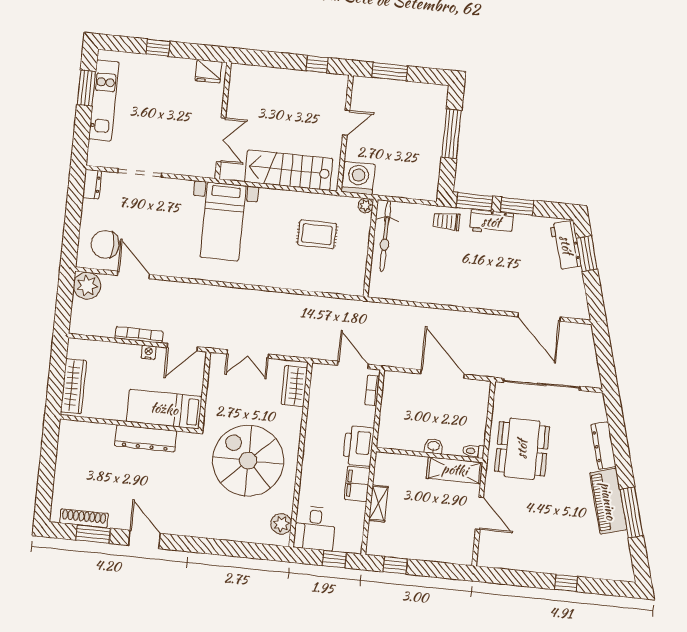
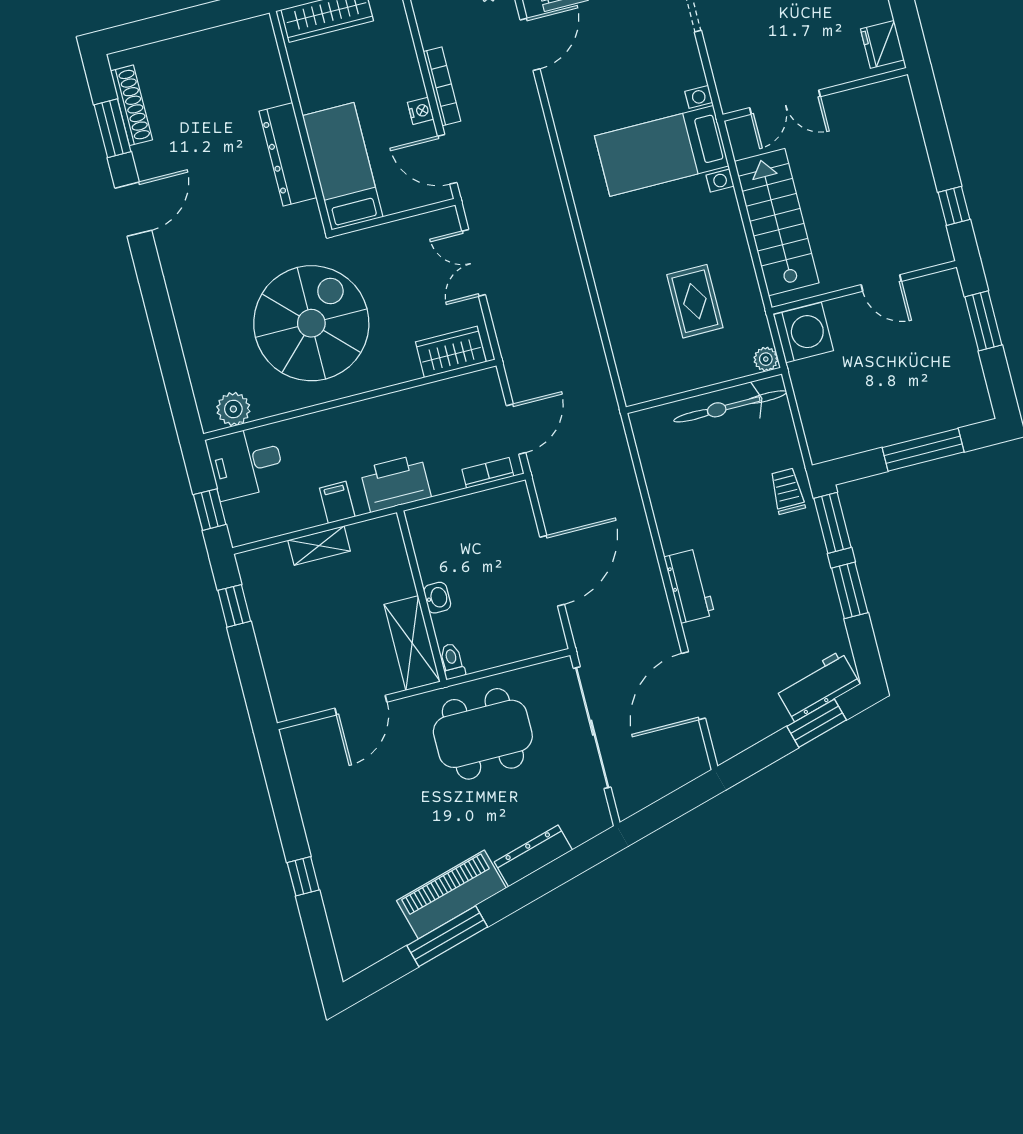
workbench: (491, 222) -> (689, 586), moved, turned 180
filing cabinet: (357, 484) -> (337, 502), width x0.50

